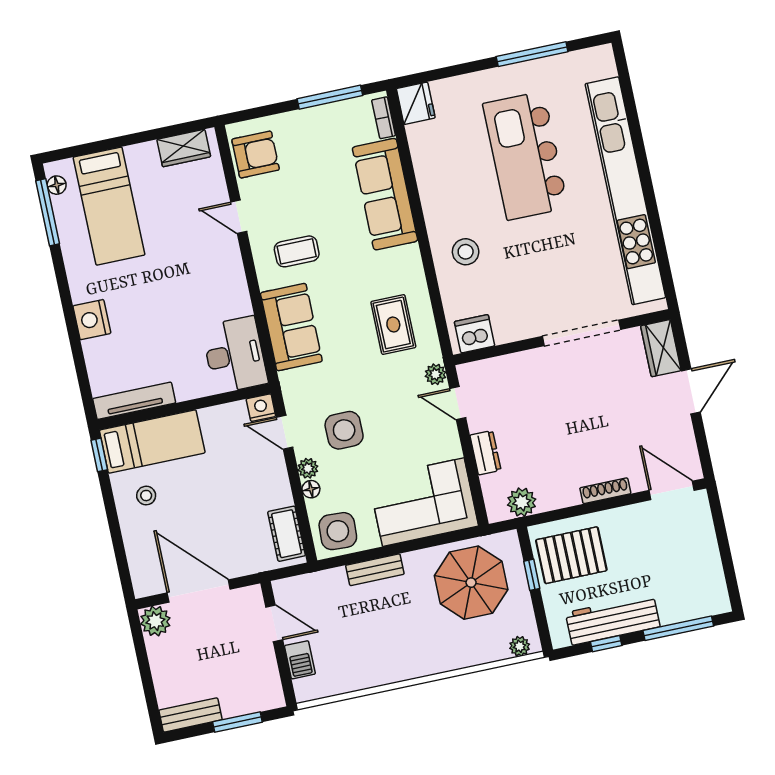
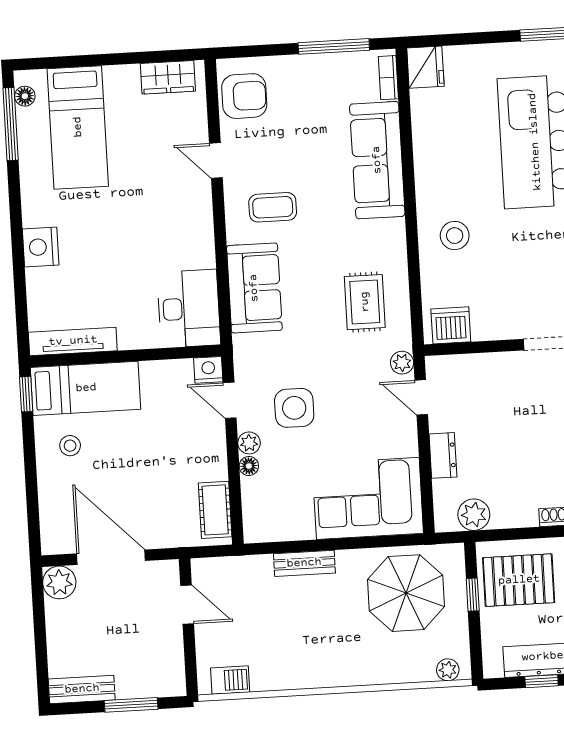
side table: (338, 531) -> (271, 516), removed
barbecue: (300, 660) -> (230, 680), moved, turned -90

